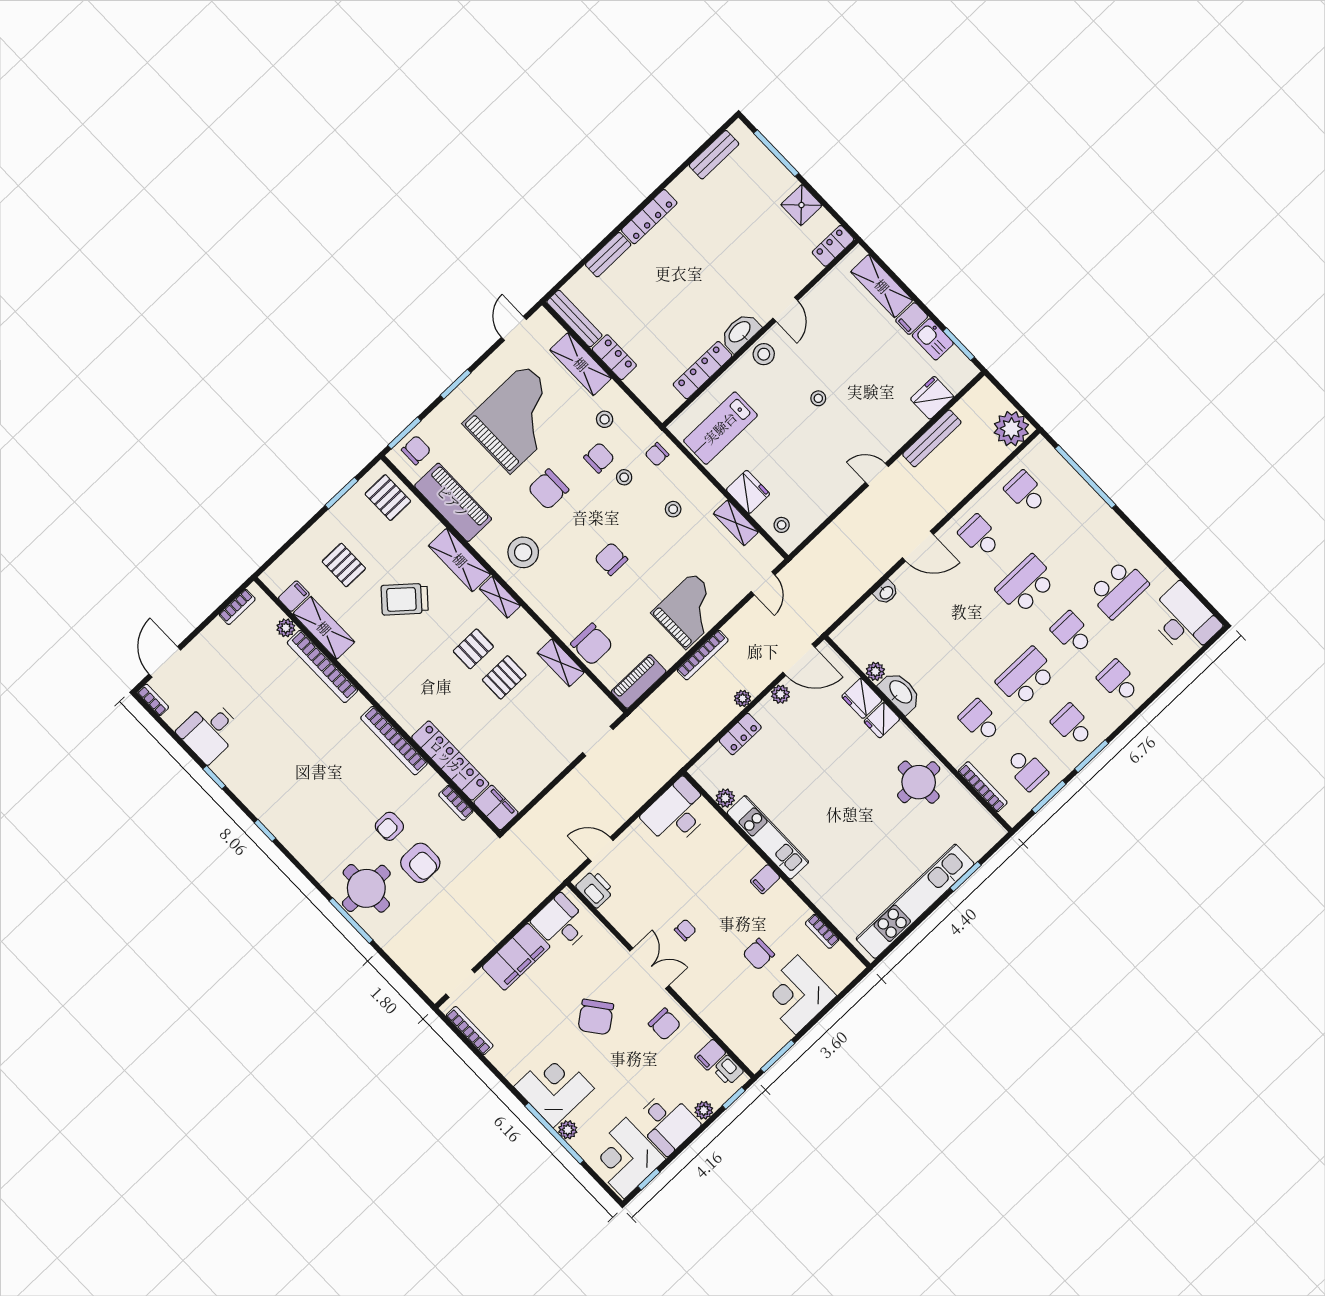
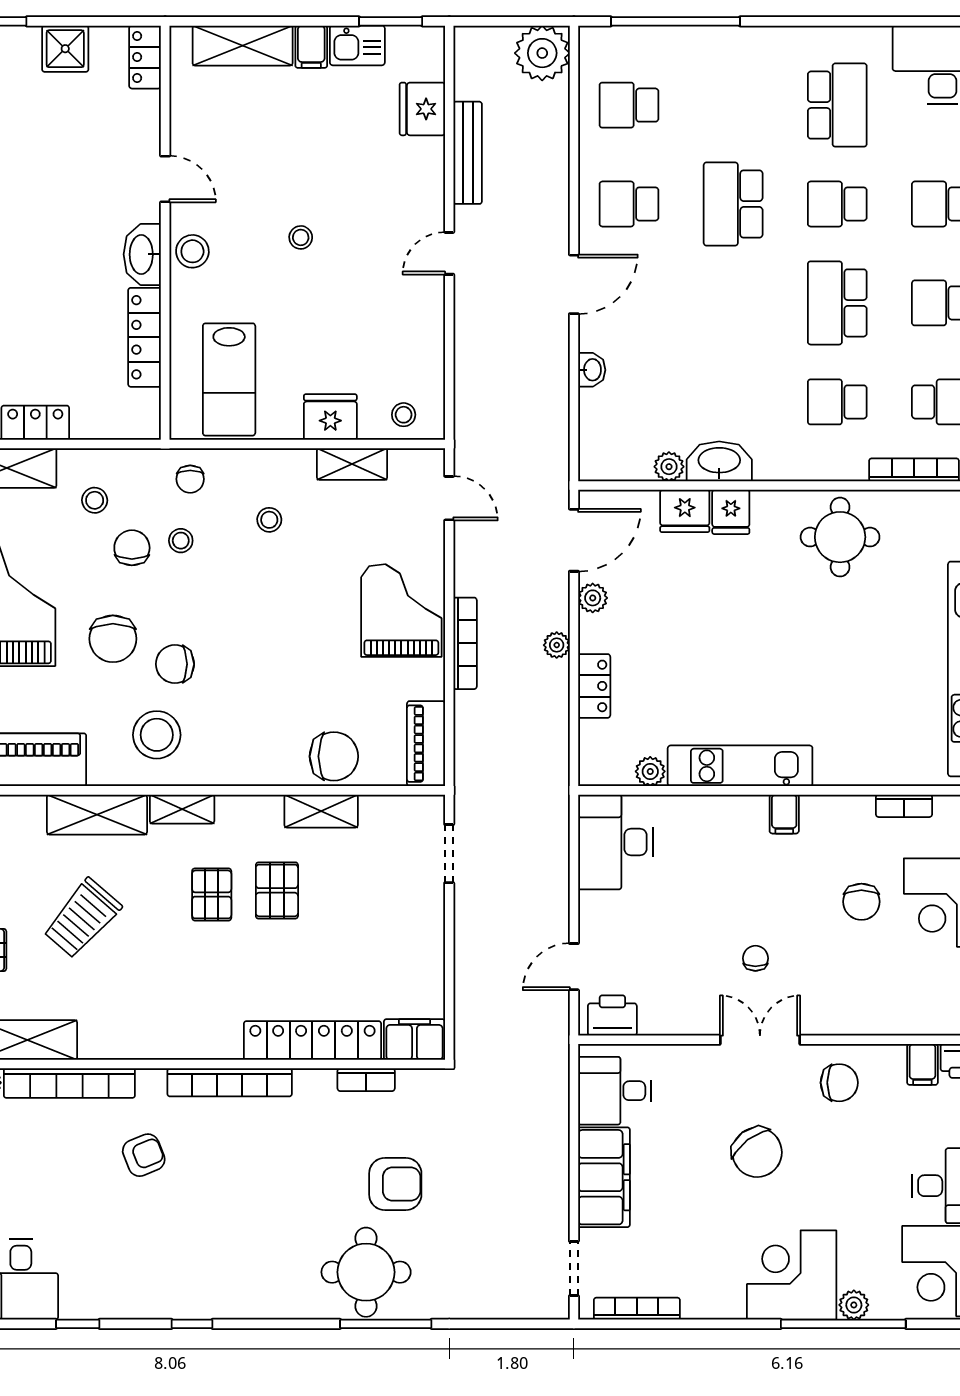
chair: (611, 559) -> (175, 664), moved
armchair: (389, 826) -> (144, 1155), moved, turned -112

